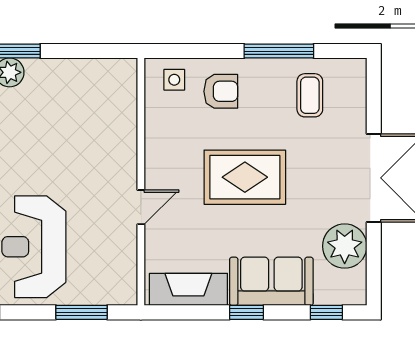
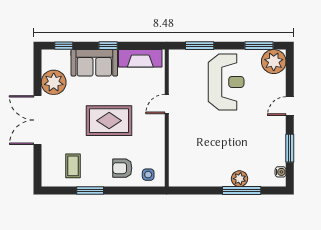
window: (279, 51) -> (90, 190), width x0.69

